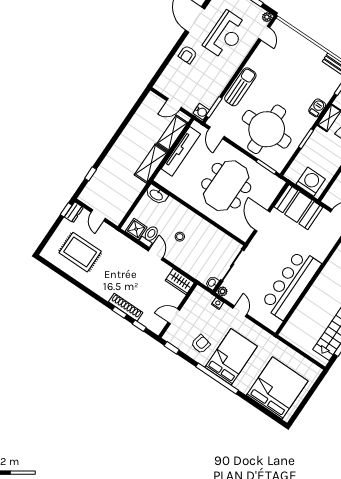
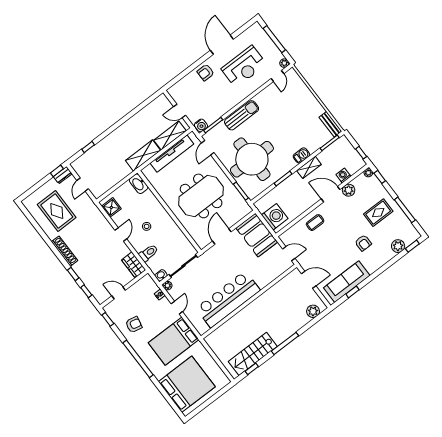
toilet: (150, 236) -> (149, 253), moved
shoe rack: (126, 307) -> (65, 251), moved
bed: (231, 357) -> (174, 341), moved, turned 180

